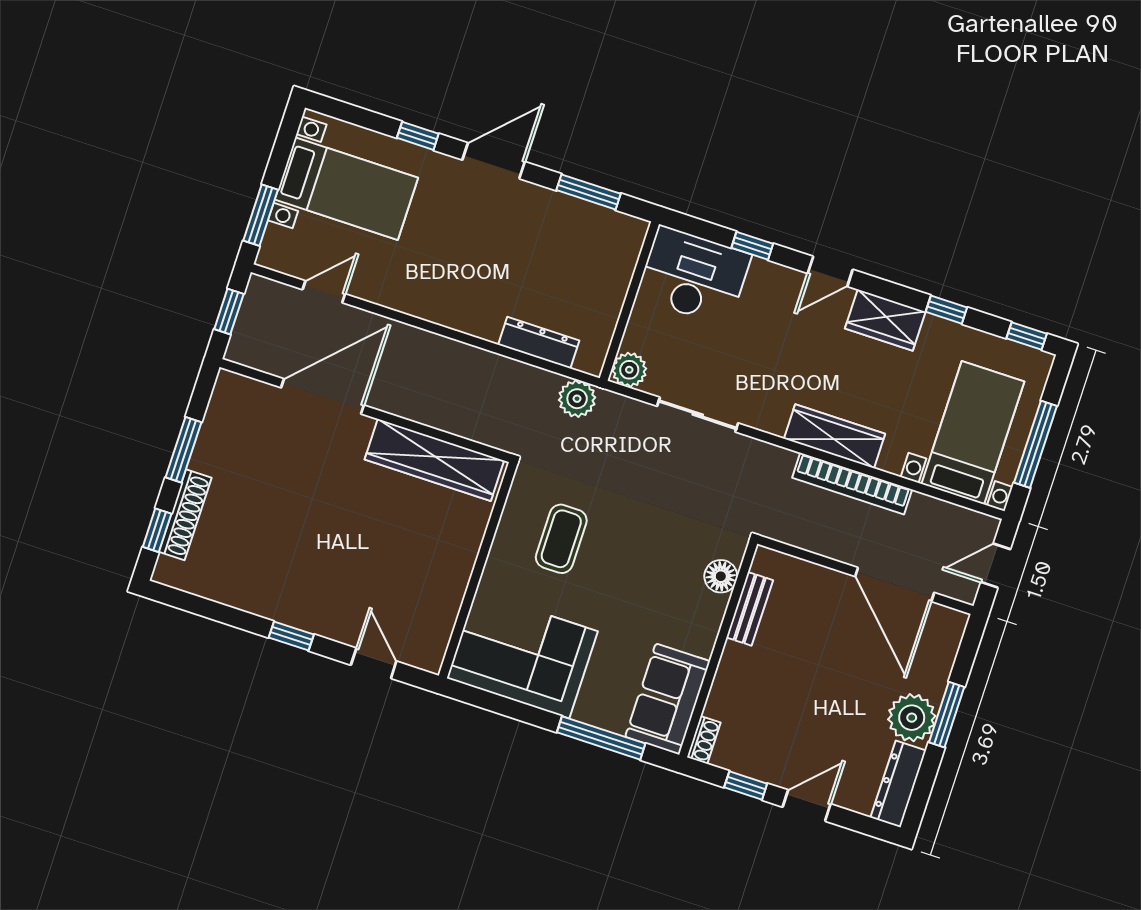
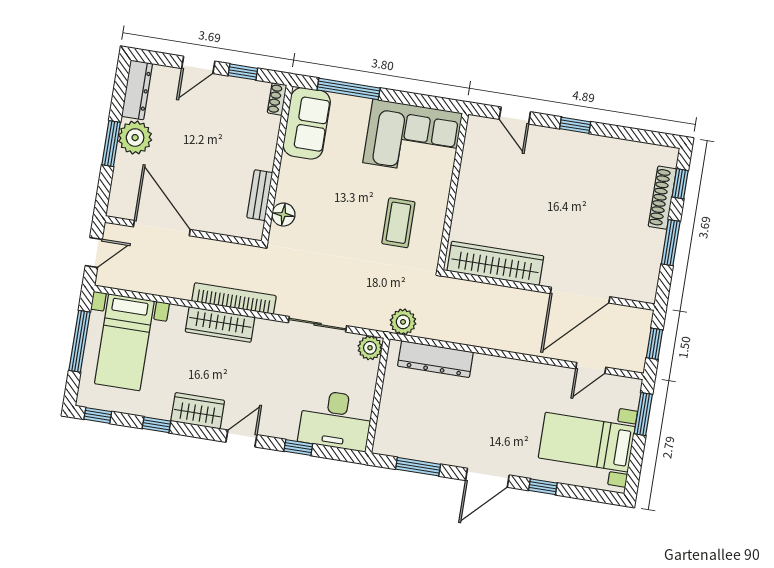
dresser: (539, 343) -> (435, 359), width x1.37, depth x1.24
bookcase: (852, 484) -> (234, 298), moved

